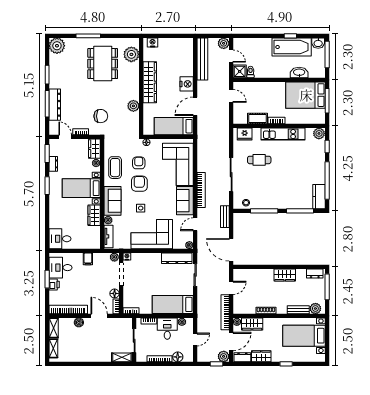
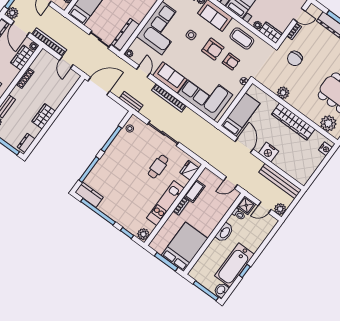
washbasin: (299, 73) -> (225, 233), moved

